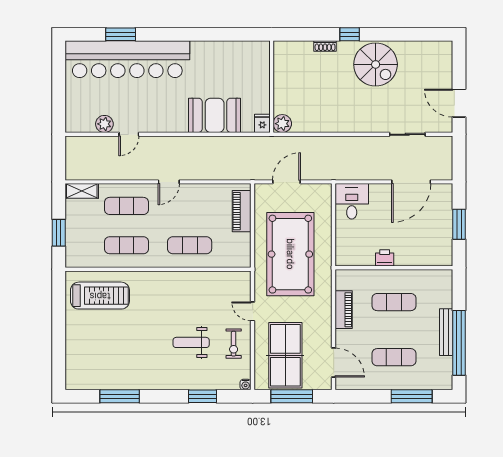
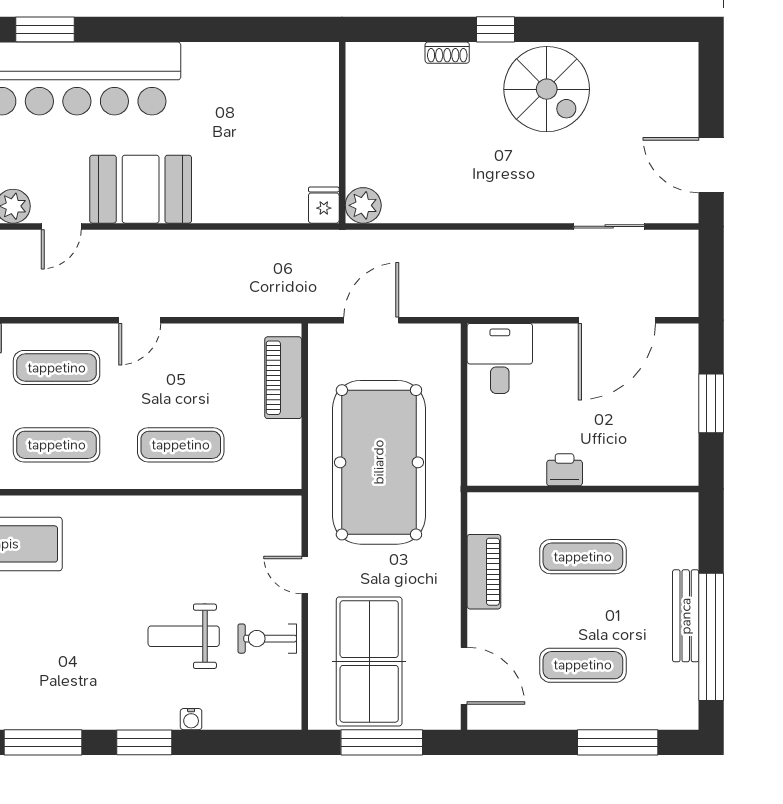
booth: (215, 115) -> (141, 189), moved
exercise bike: (234, 344) -> (267, 639), turned 90
water cooler: (246, 385) -> (191, 719), moved
window: (202, 396) -> (144, 742), moved

